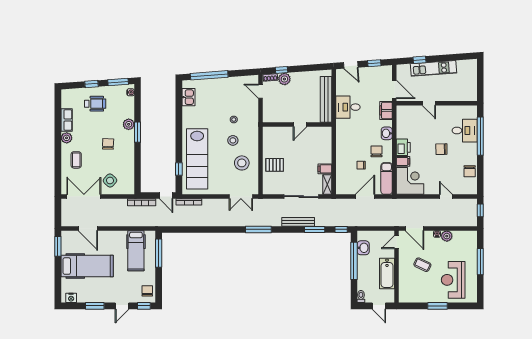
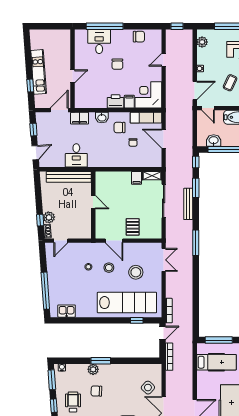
chair: (108, 144) -> (96, 391), moved
door: (261, 146) -> (114, 241), added
stool: (242, 163) -> (136, 272), moved
plant: (447, 236) -> (202, 42), moved

